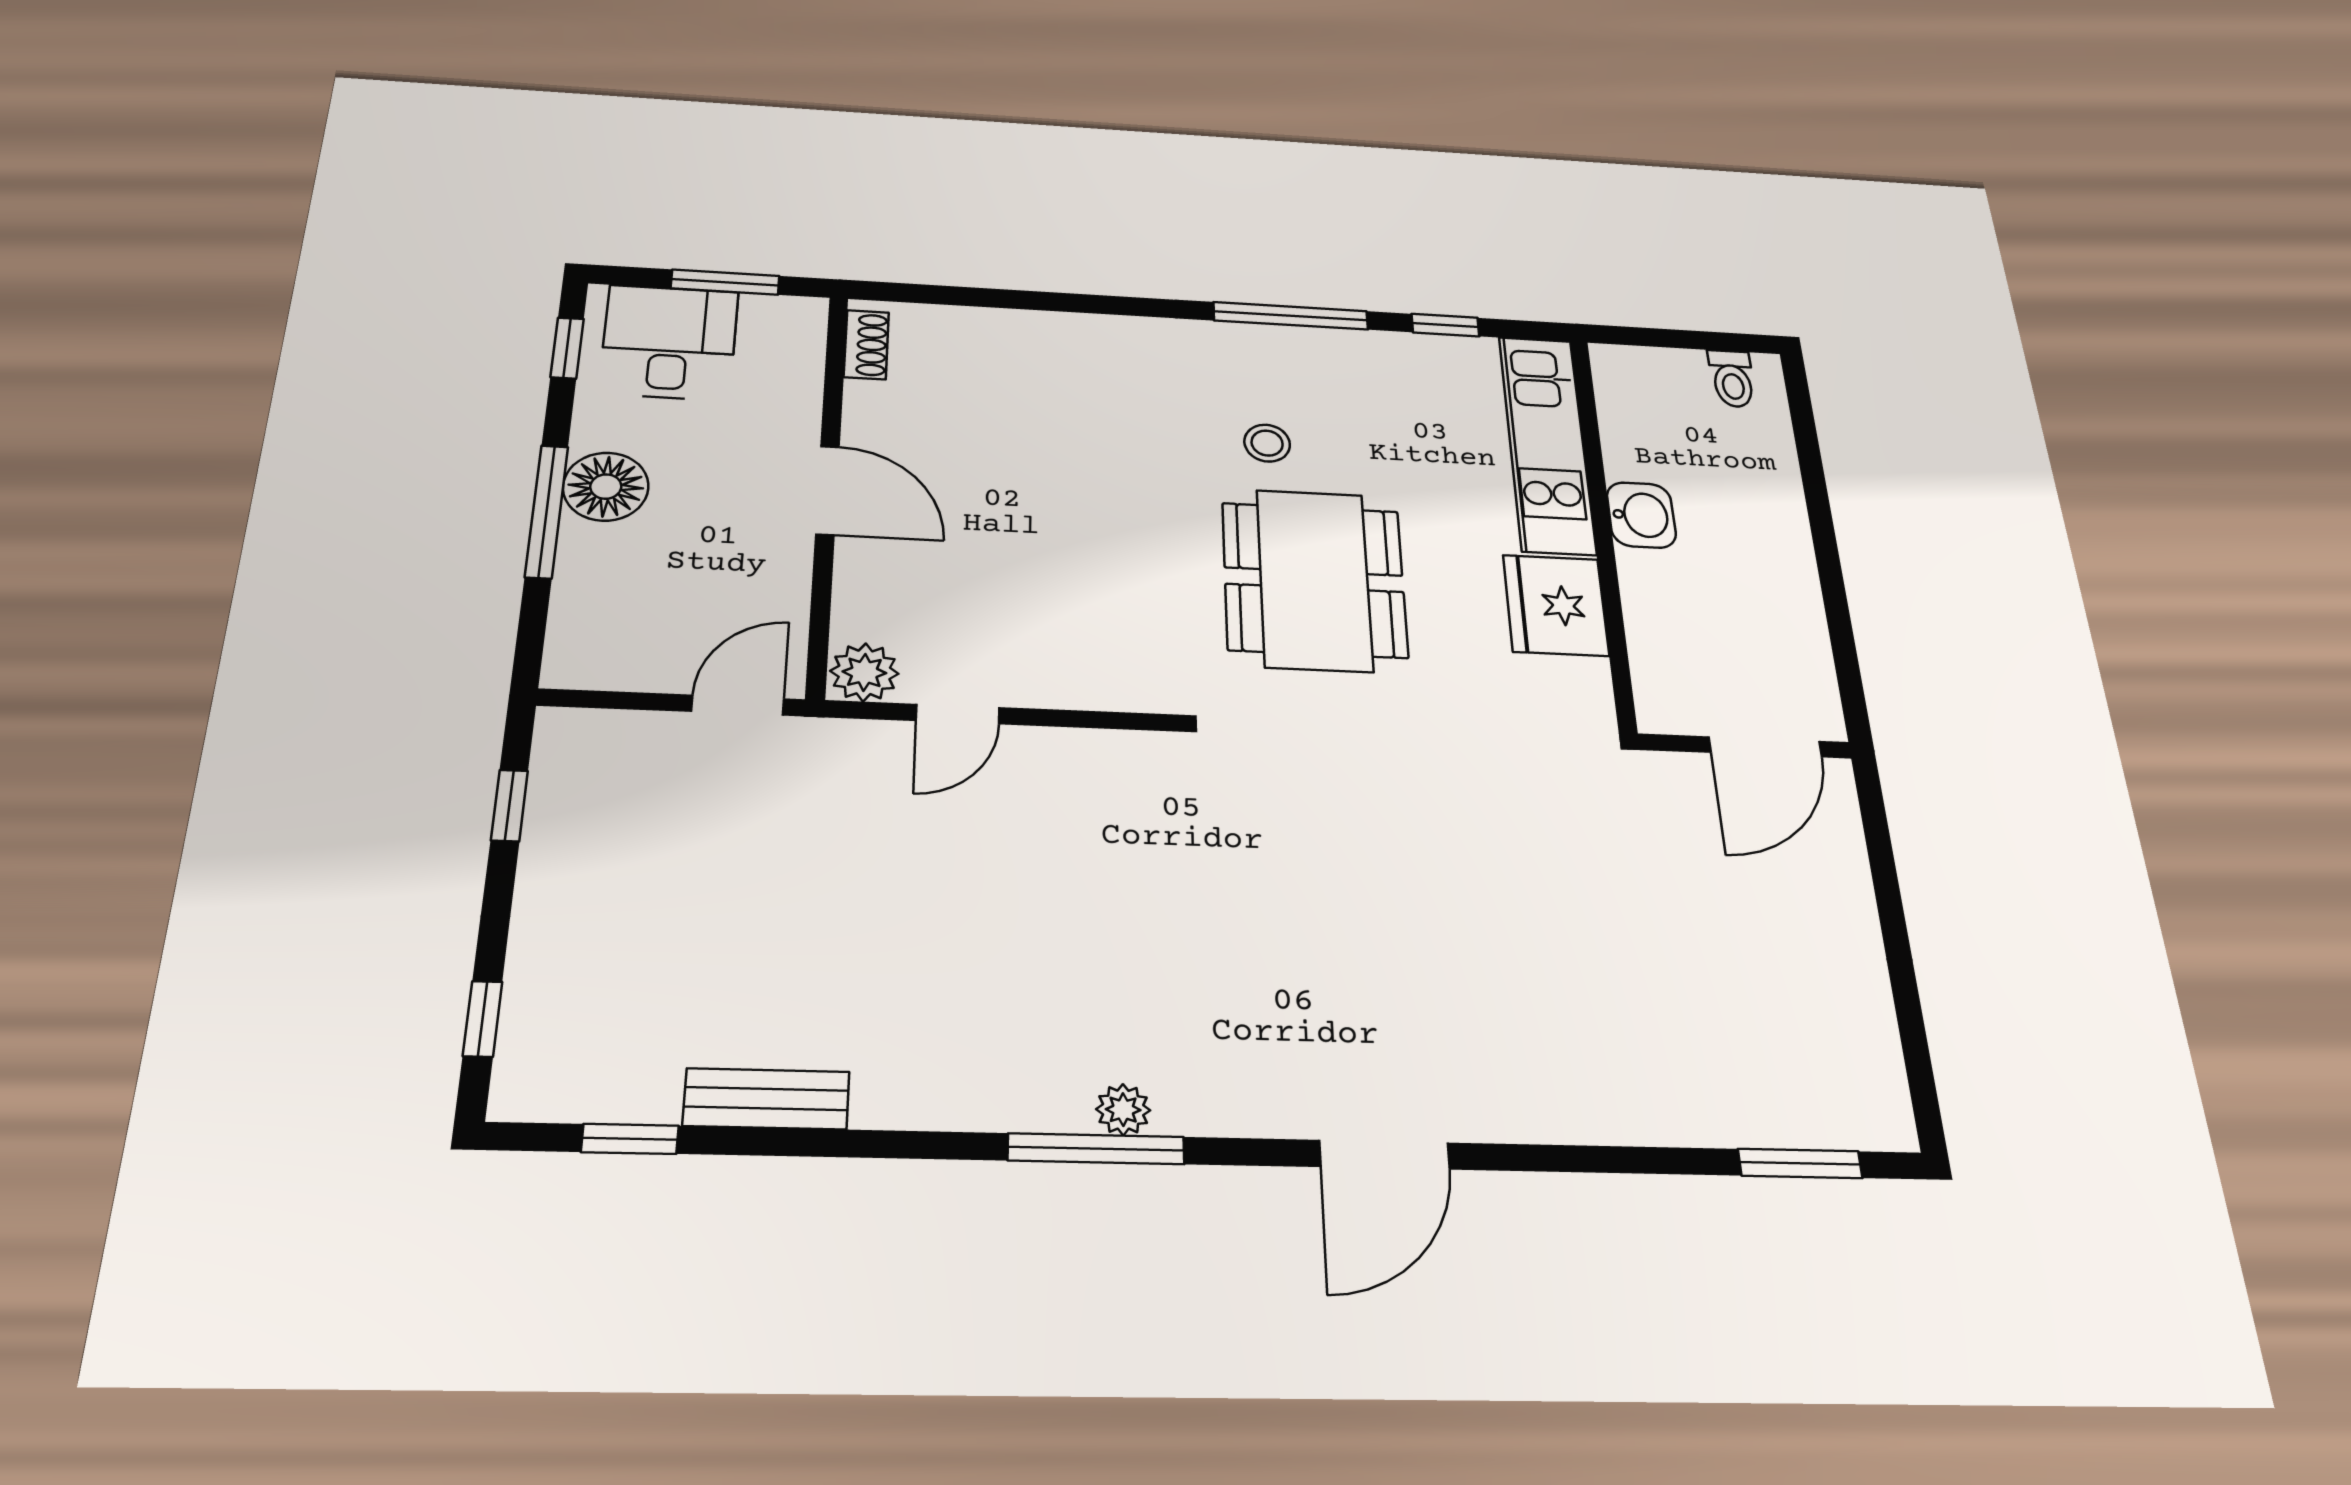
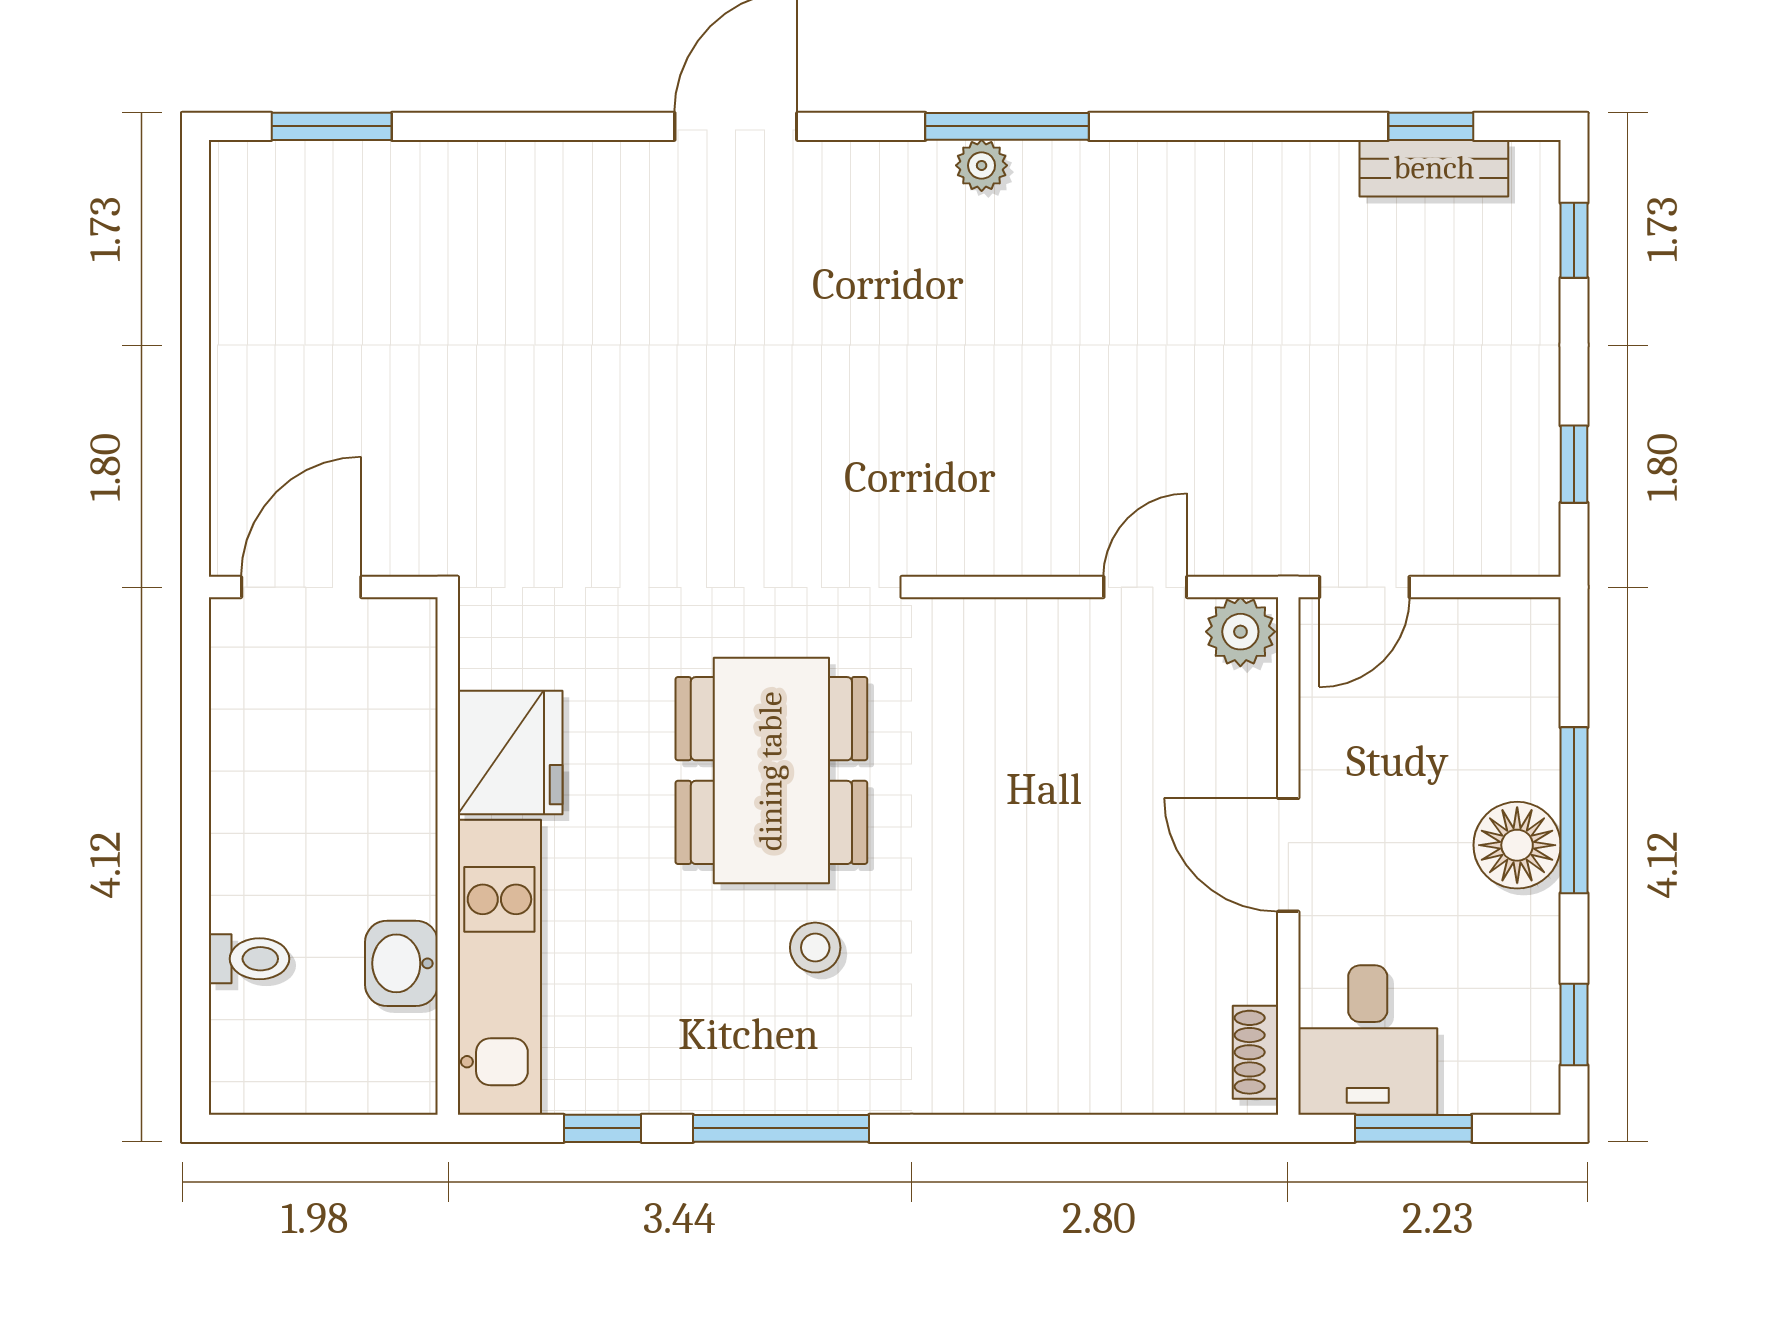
desk: (669, 342) -> (1368, 1040), moved
toilet: (1732, 379) -> (249, 959), moved, turned 90
washbasin: (1641, 515) -> (401, 963), moved
bench: (766, 1099) -> (1434, 168), moved

